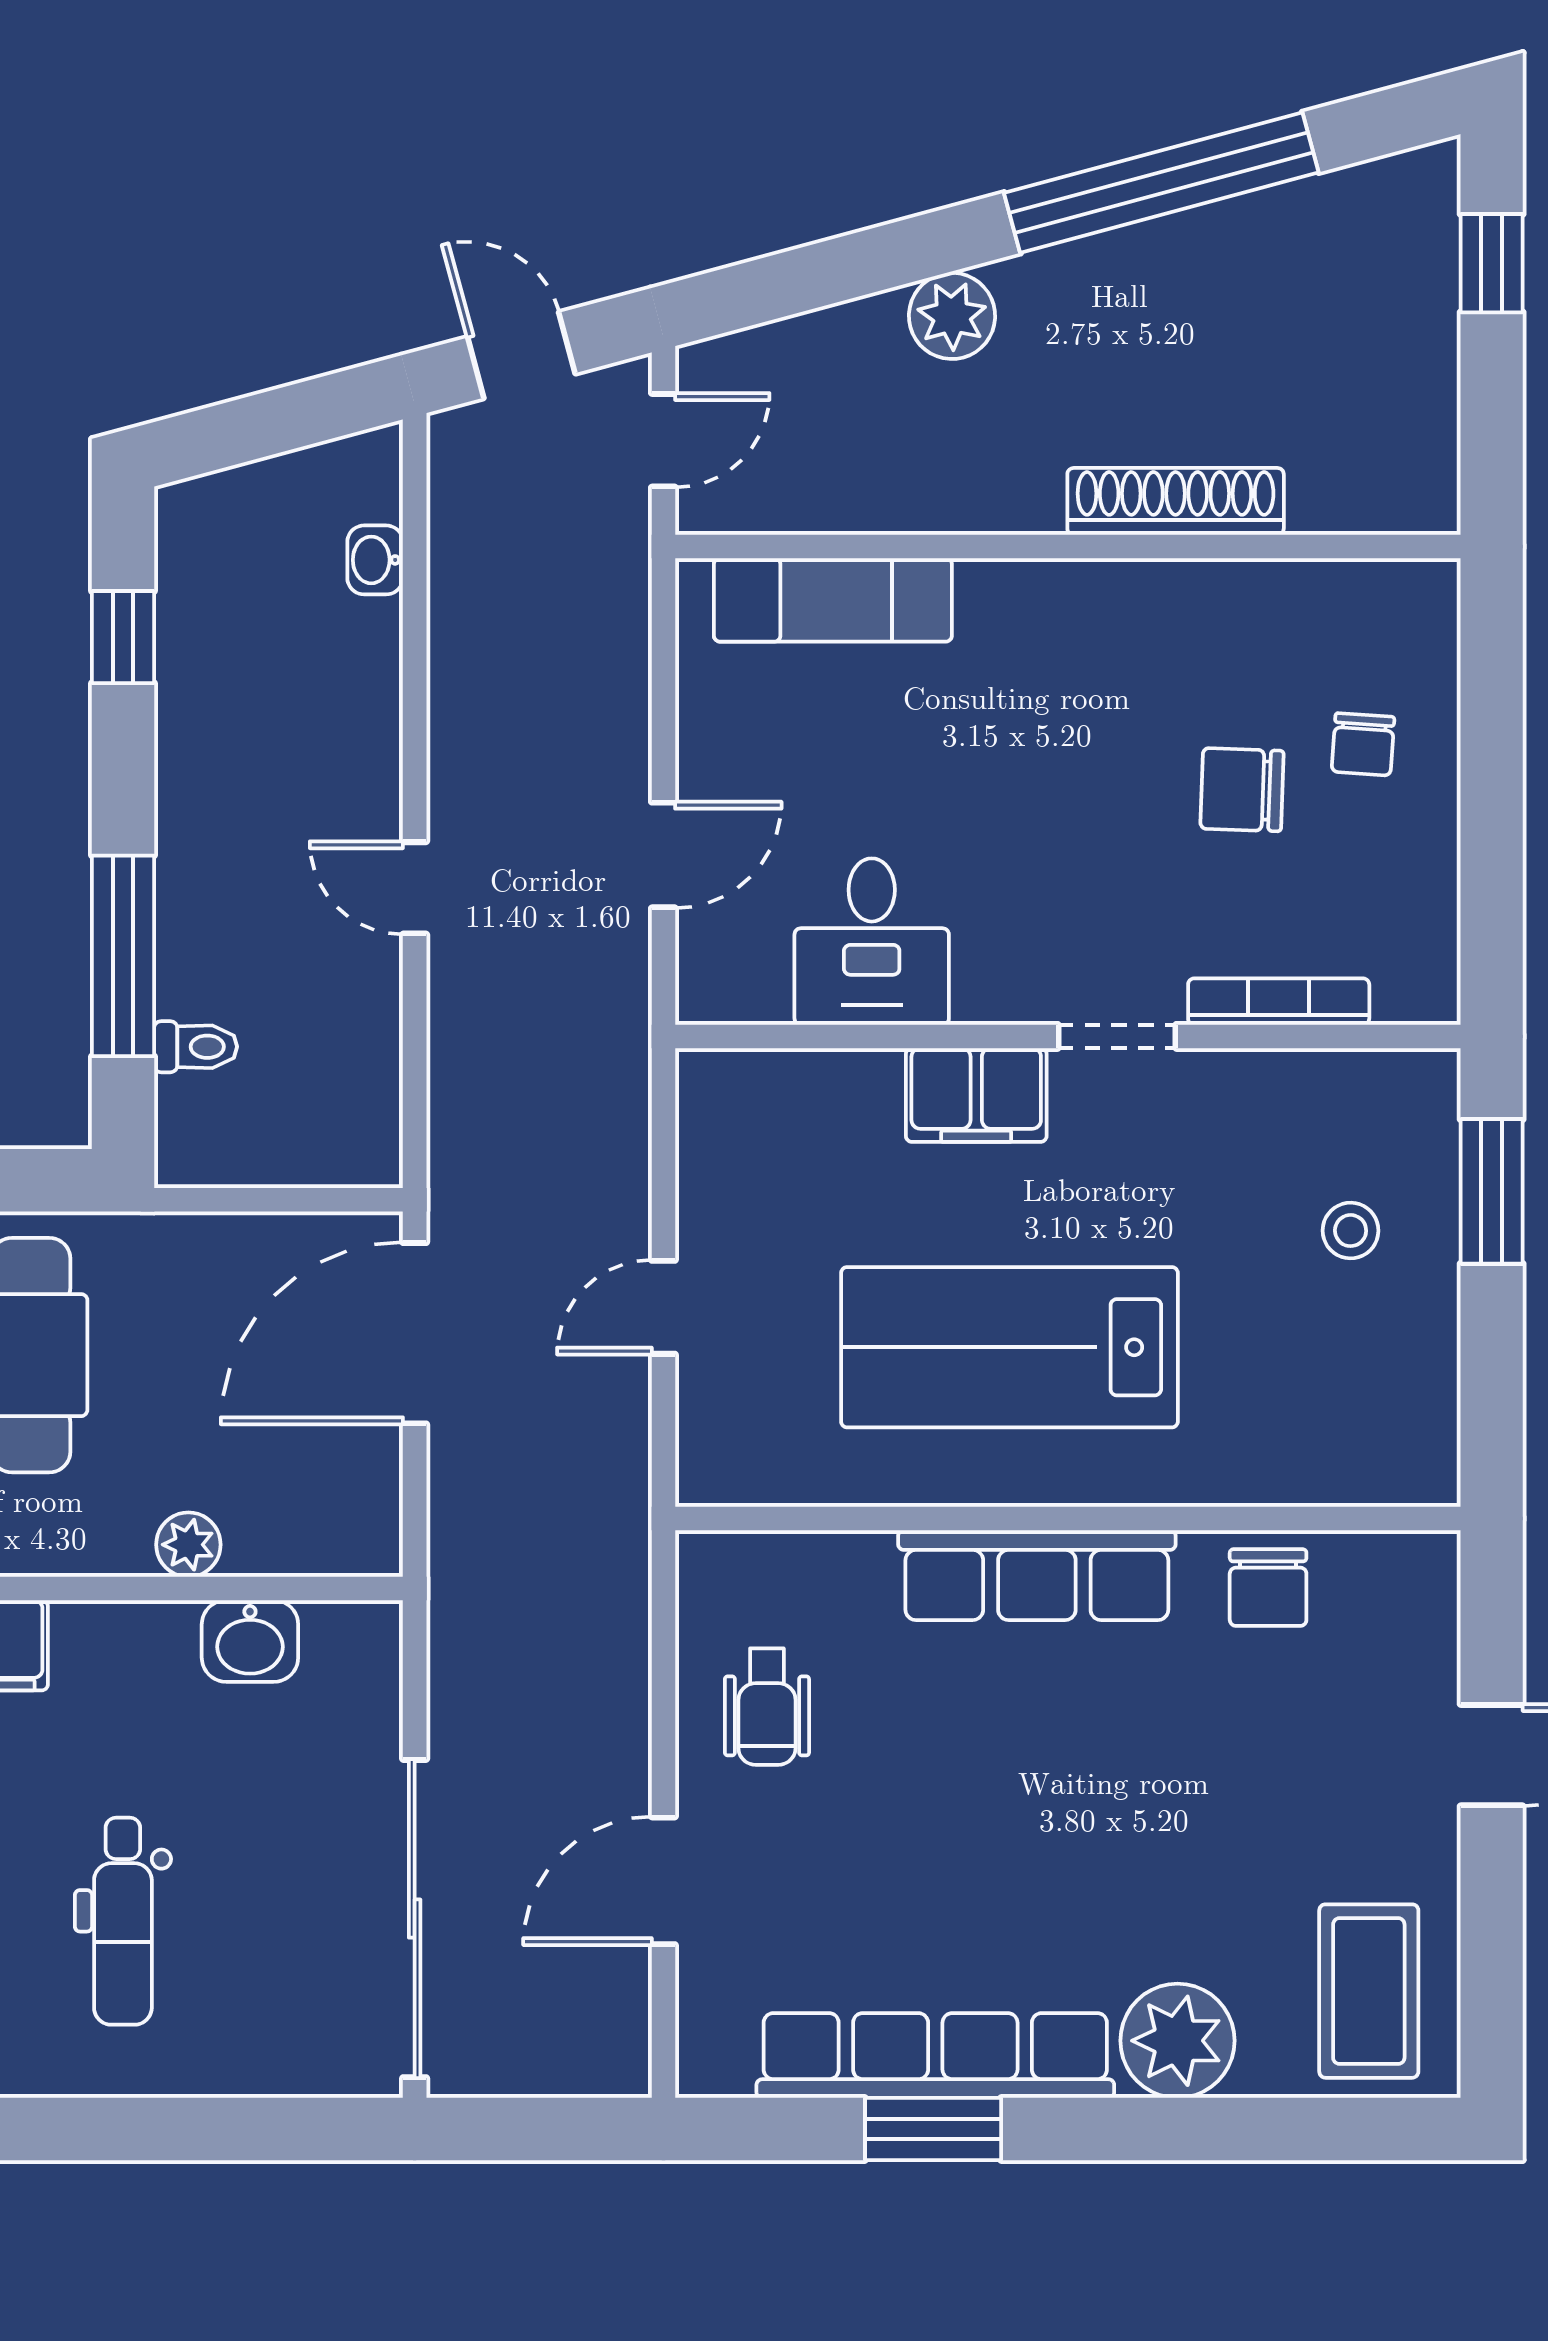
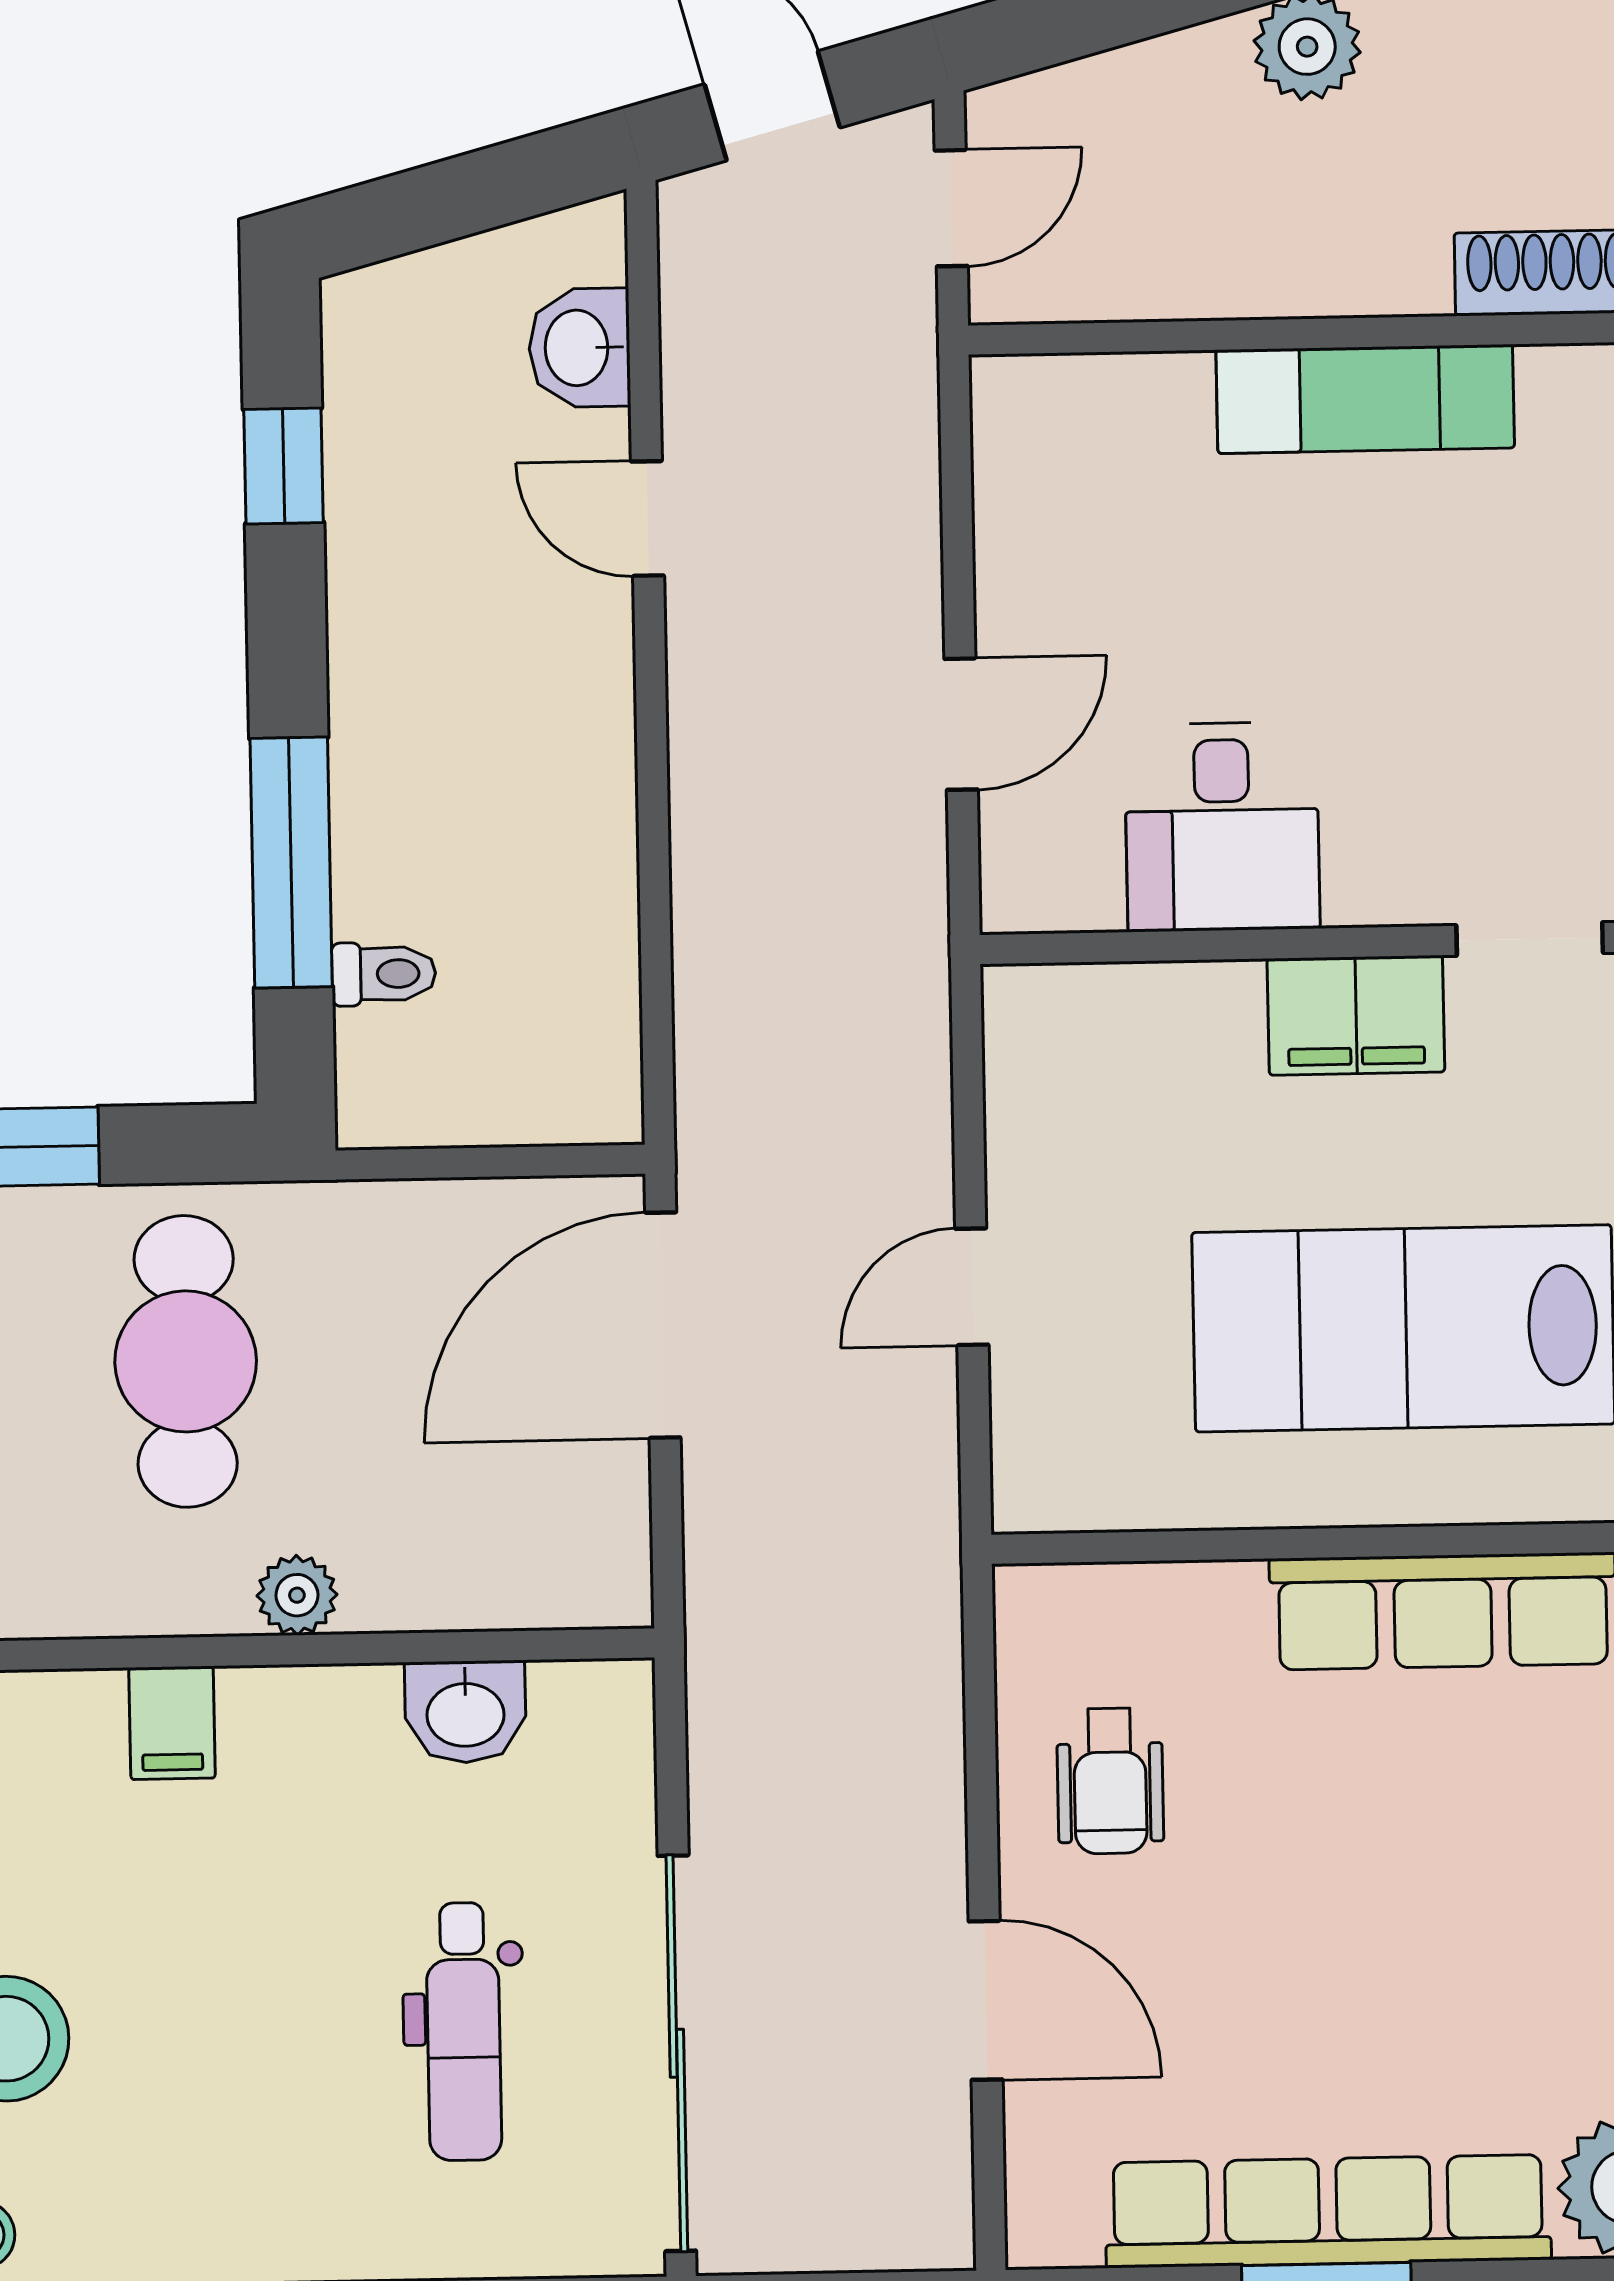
washbasin: (375, 560) -> (579, 348), width x1.38, depth x1.45
exam couch: (833, 600) -> (1365, 399), moved
door: (415, 888) -> (647, 518), moved
plant: (188, 1545) -> (297, 1595), moved
door: (663, 1881) -> (986, 2000), swing flipped
dental chair: (123, 1921) -> (464, 2032), moved

